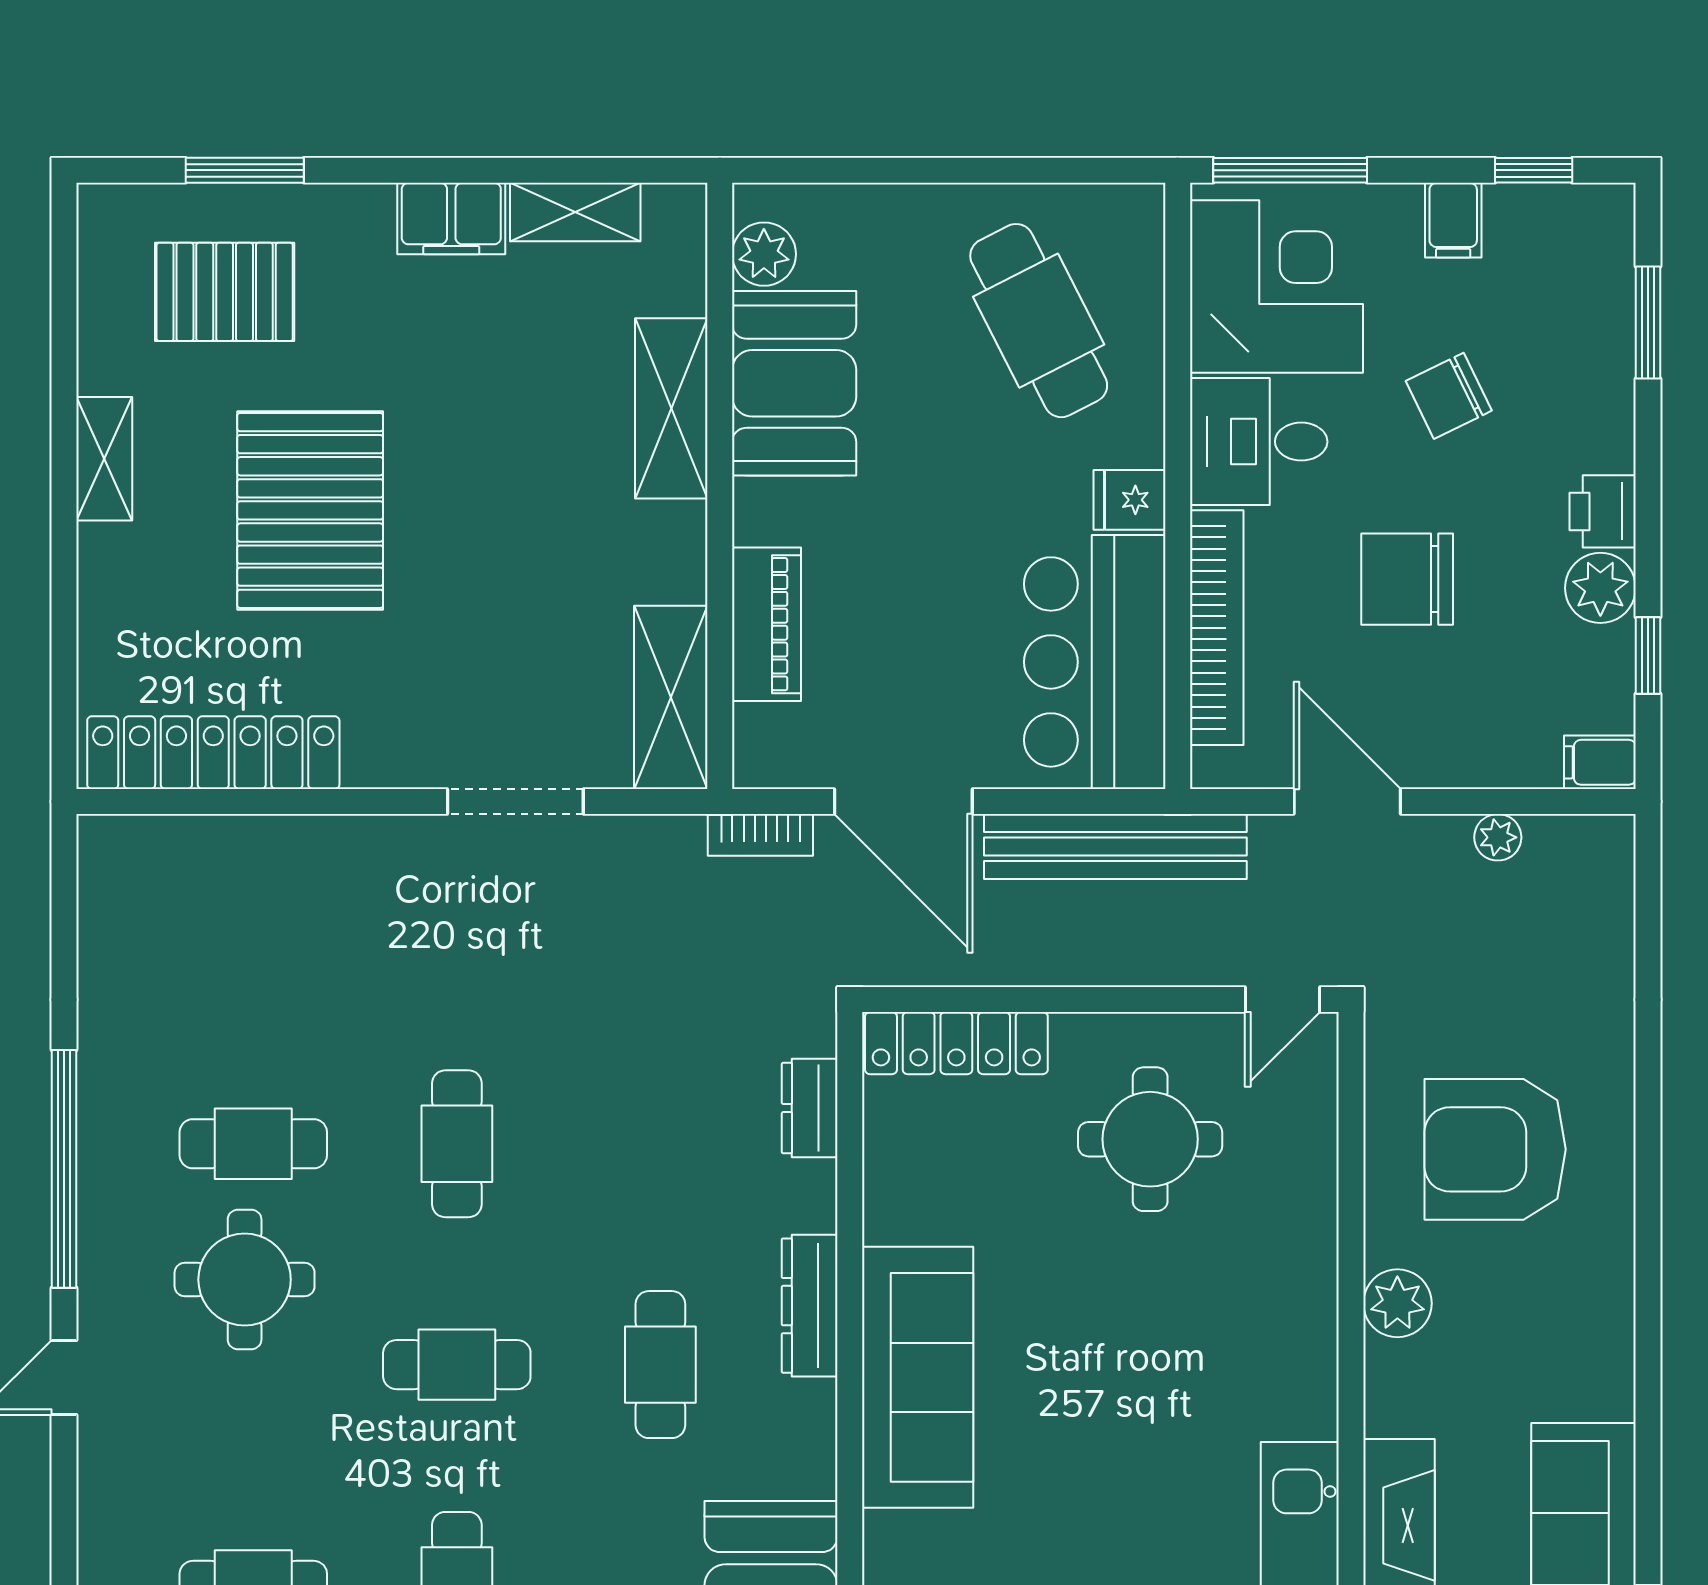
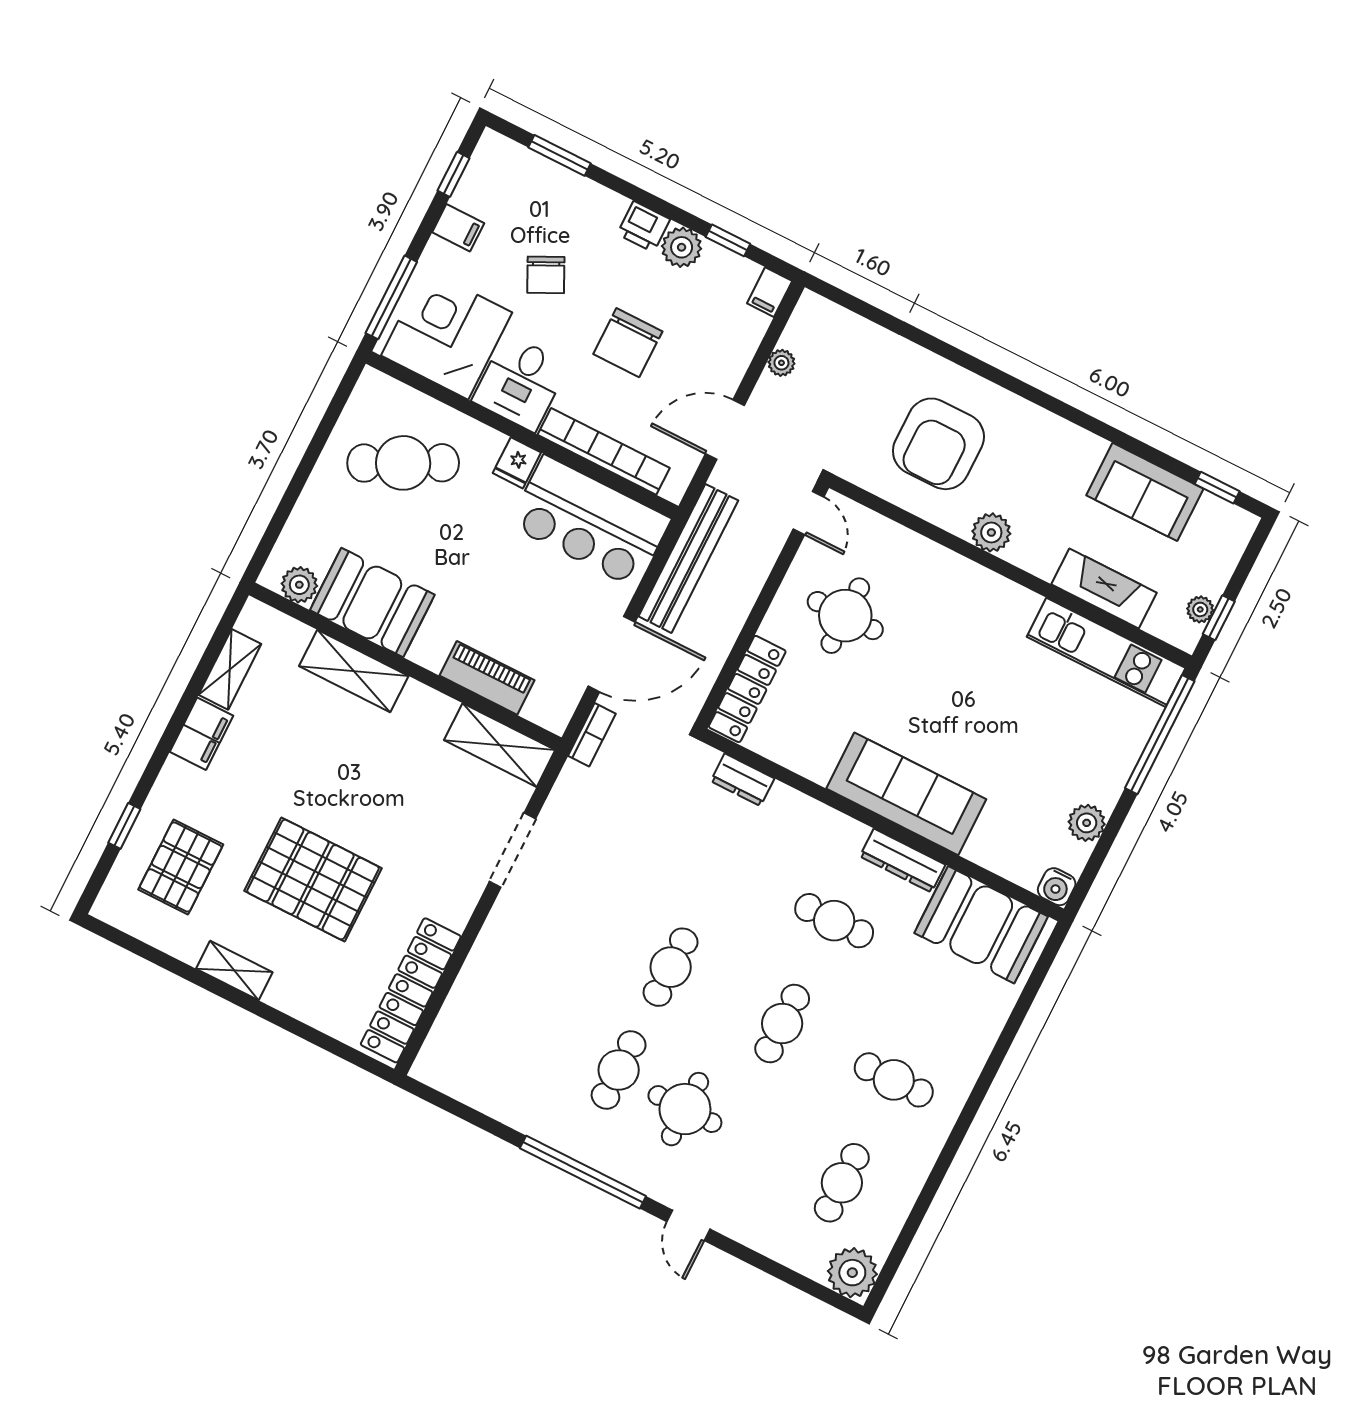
window: (245, 170) -> (124, 826), width x0.67
cafe table: (457, 1144) -> (671, 967), turned 90
dresser: (810, 1306) -> (903, 861), moved

